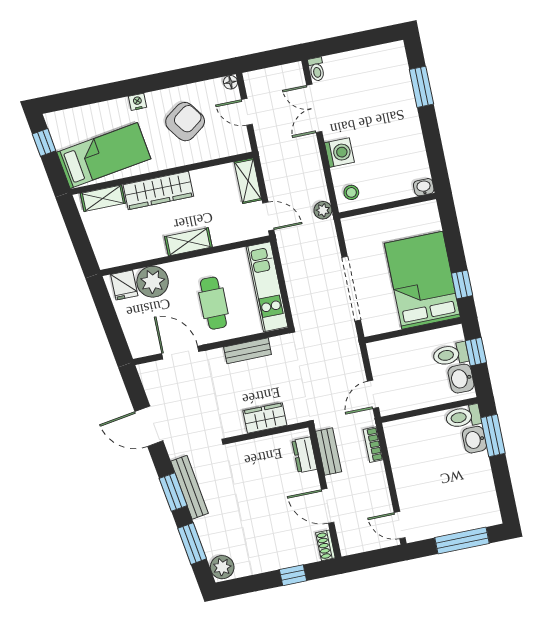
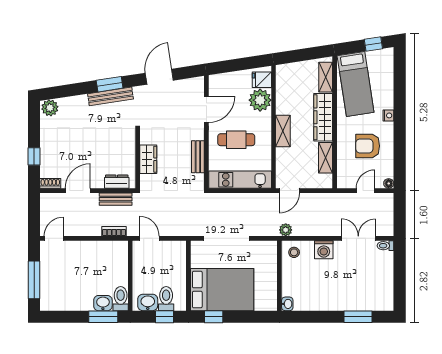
armchair: (185, 122) -> (368, 146), turned 126
shelving: (248, 181) -> (326, 158), moved, turned 90
window: (192, 544) -> (71, 90), removed

